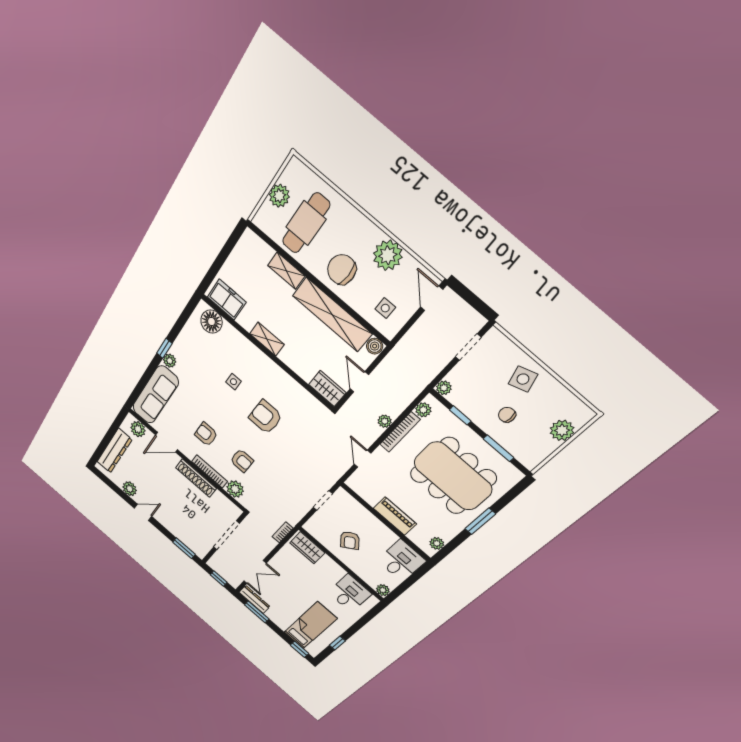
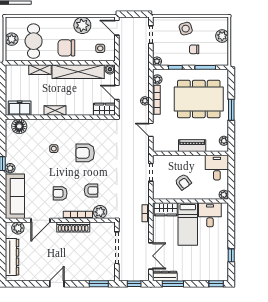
plant: (130, 489) -> (38, 275), removed
bed: (310, 625) -> (188, 224), moved, turned 180

